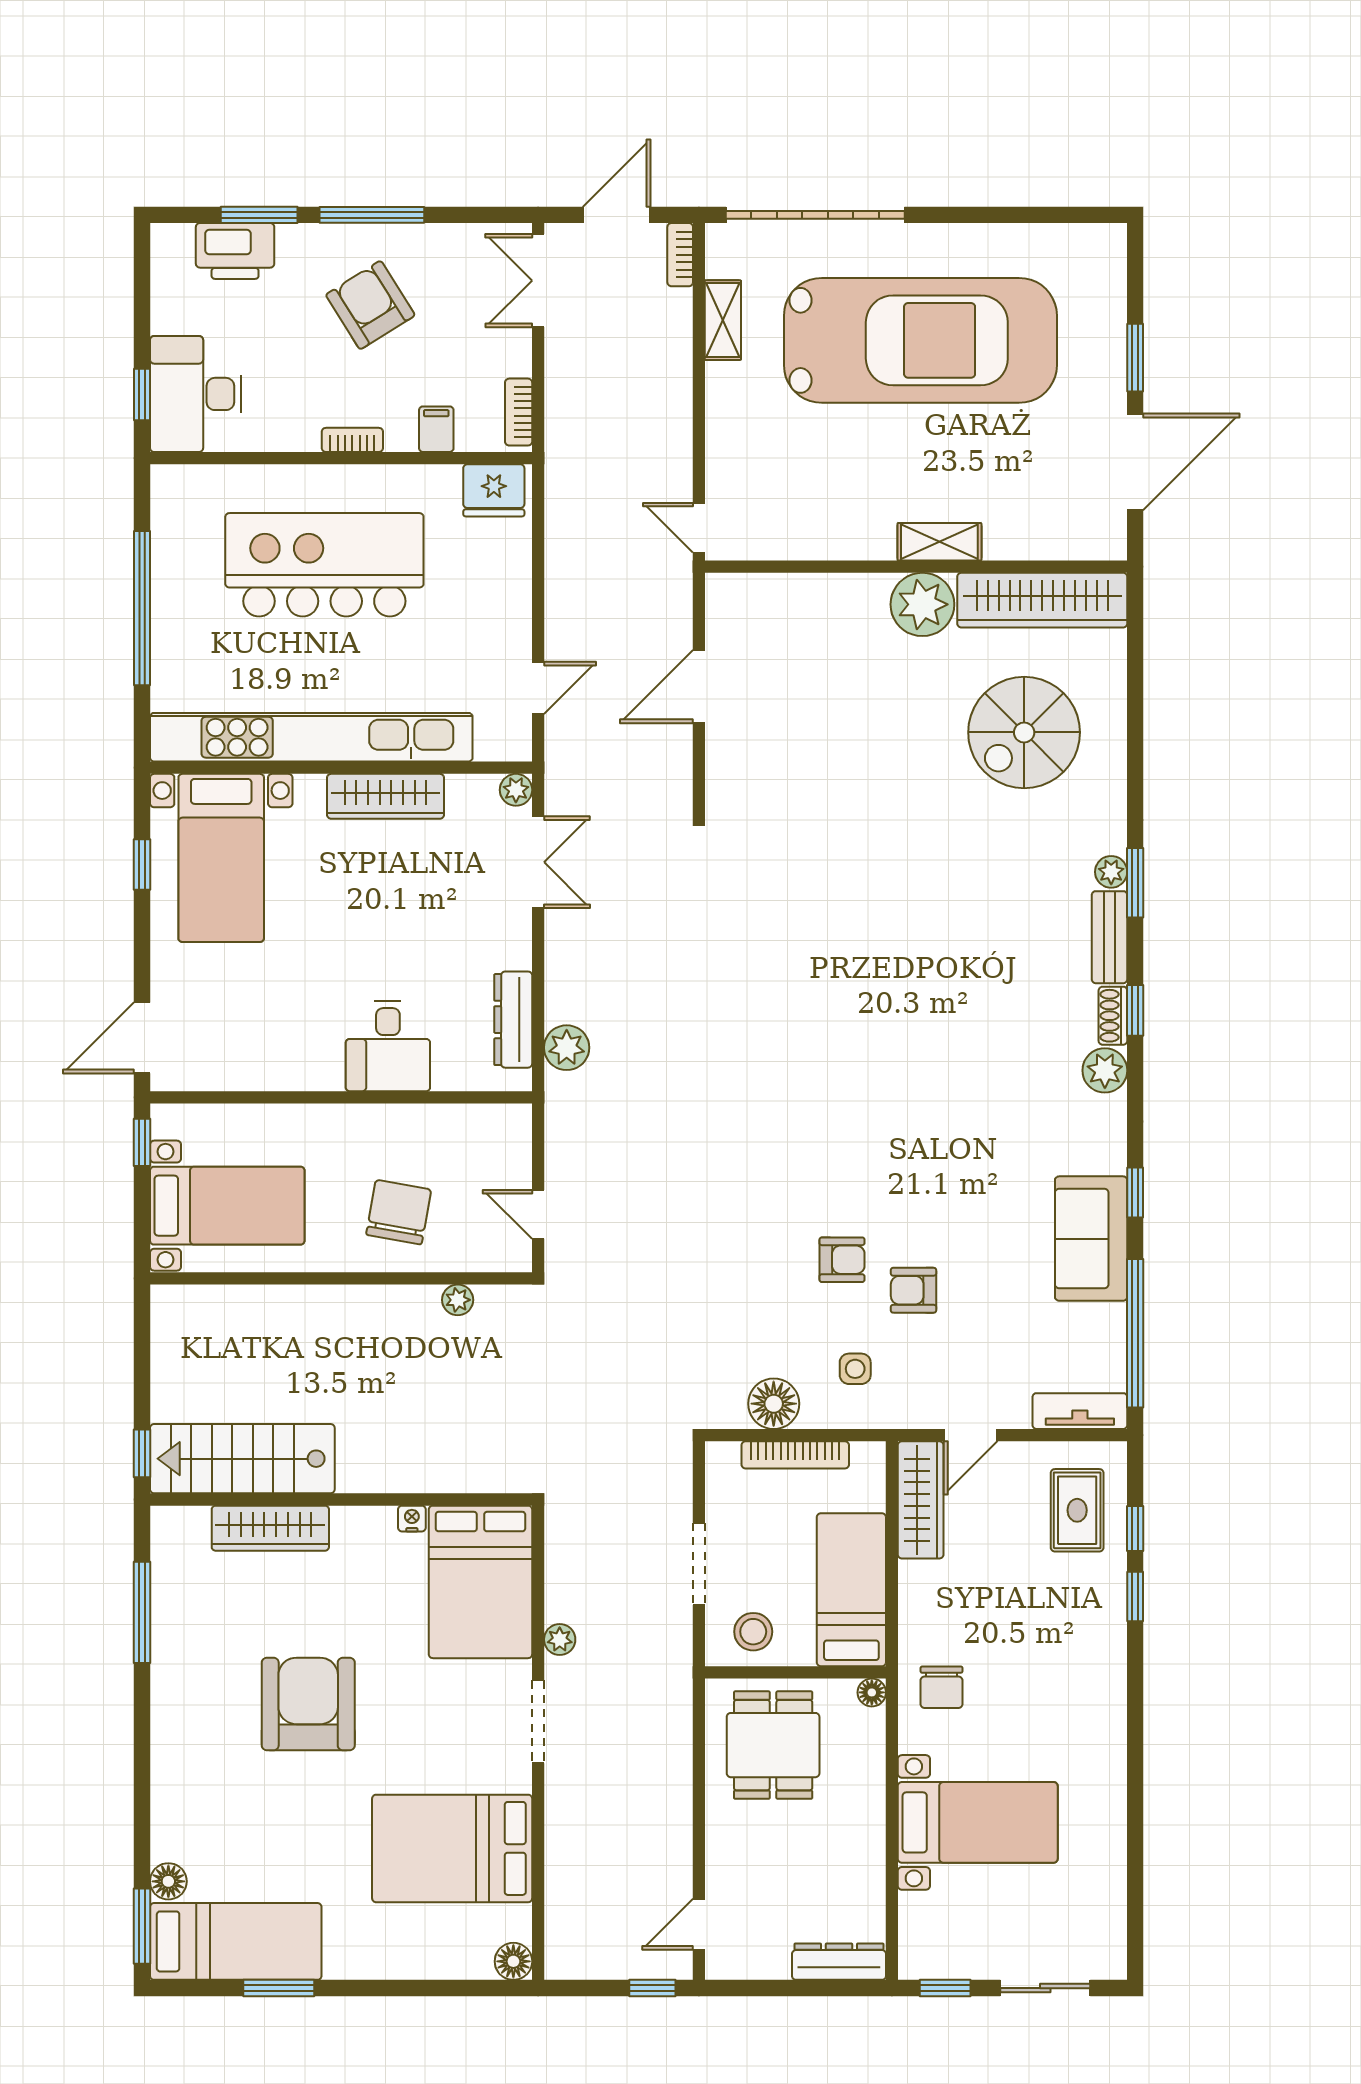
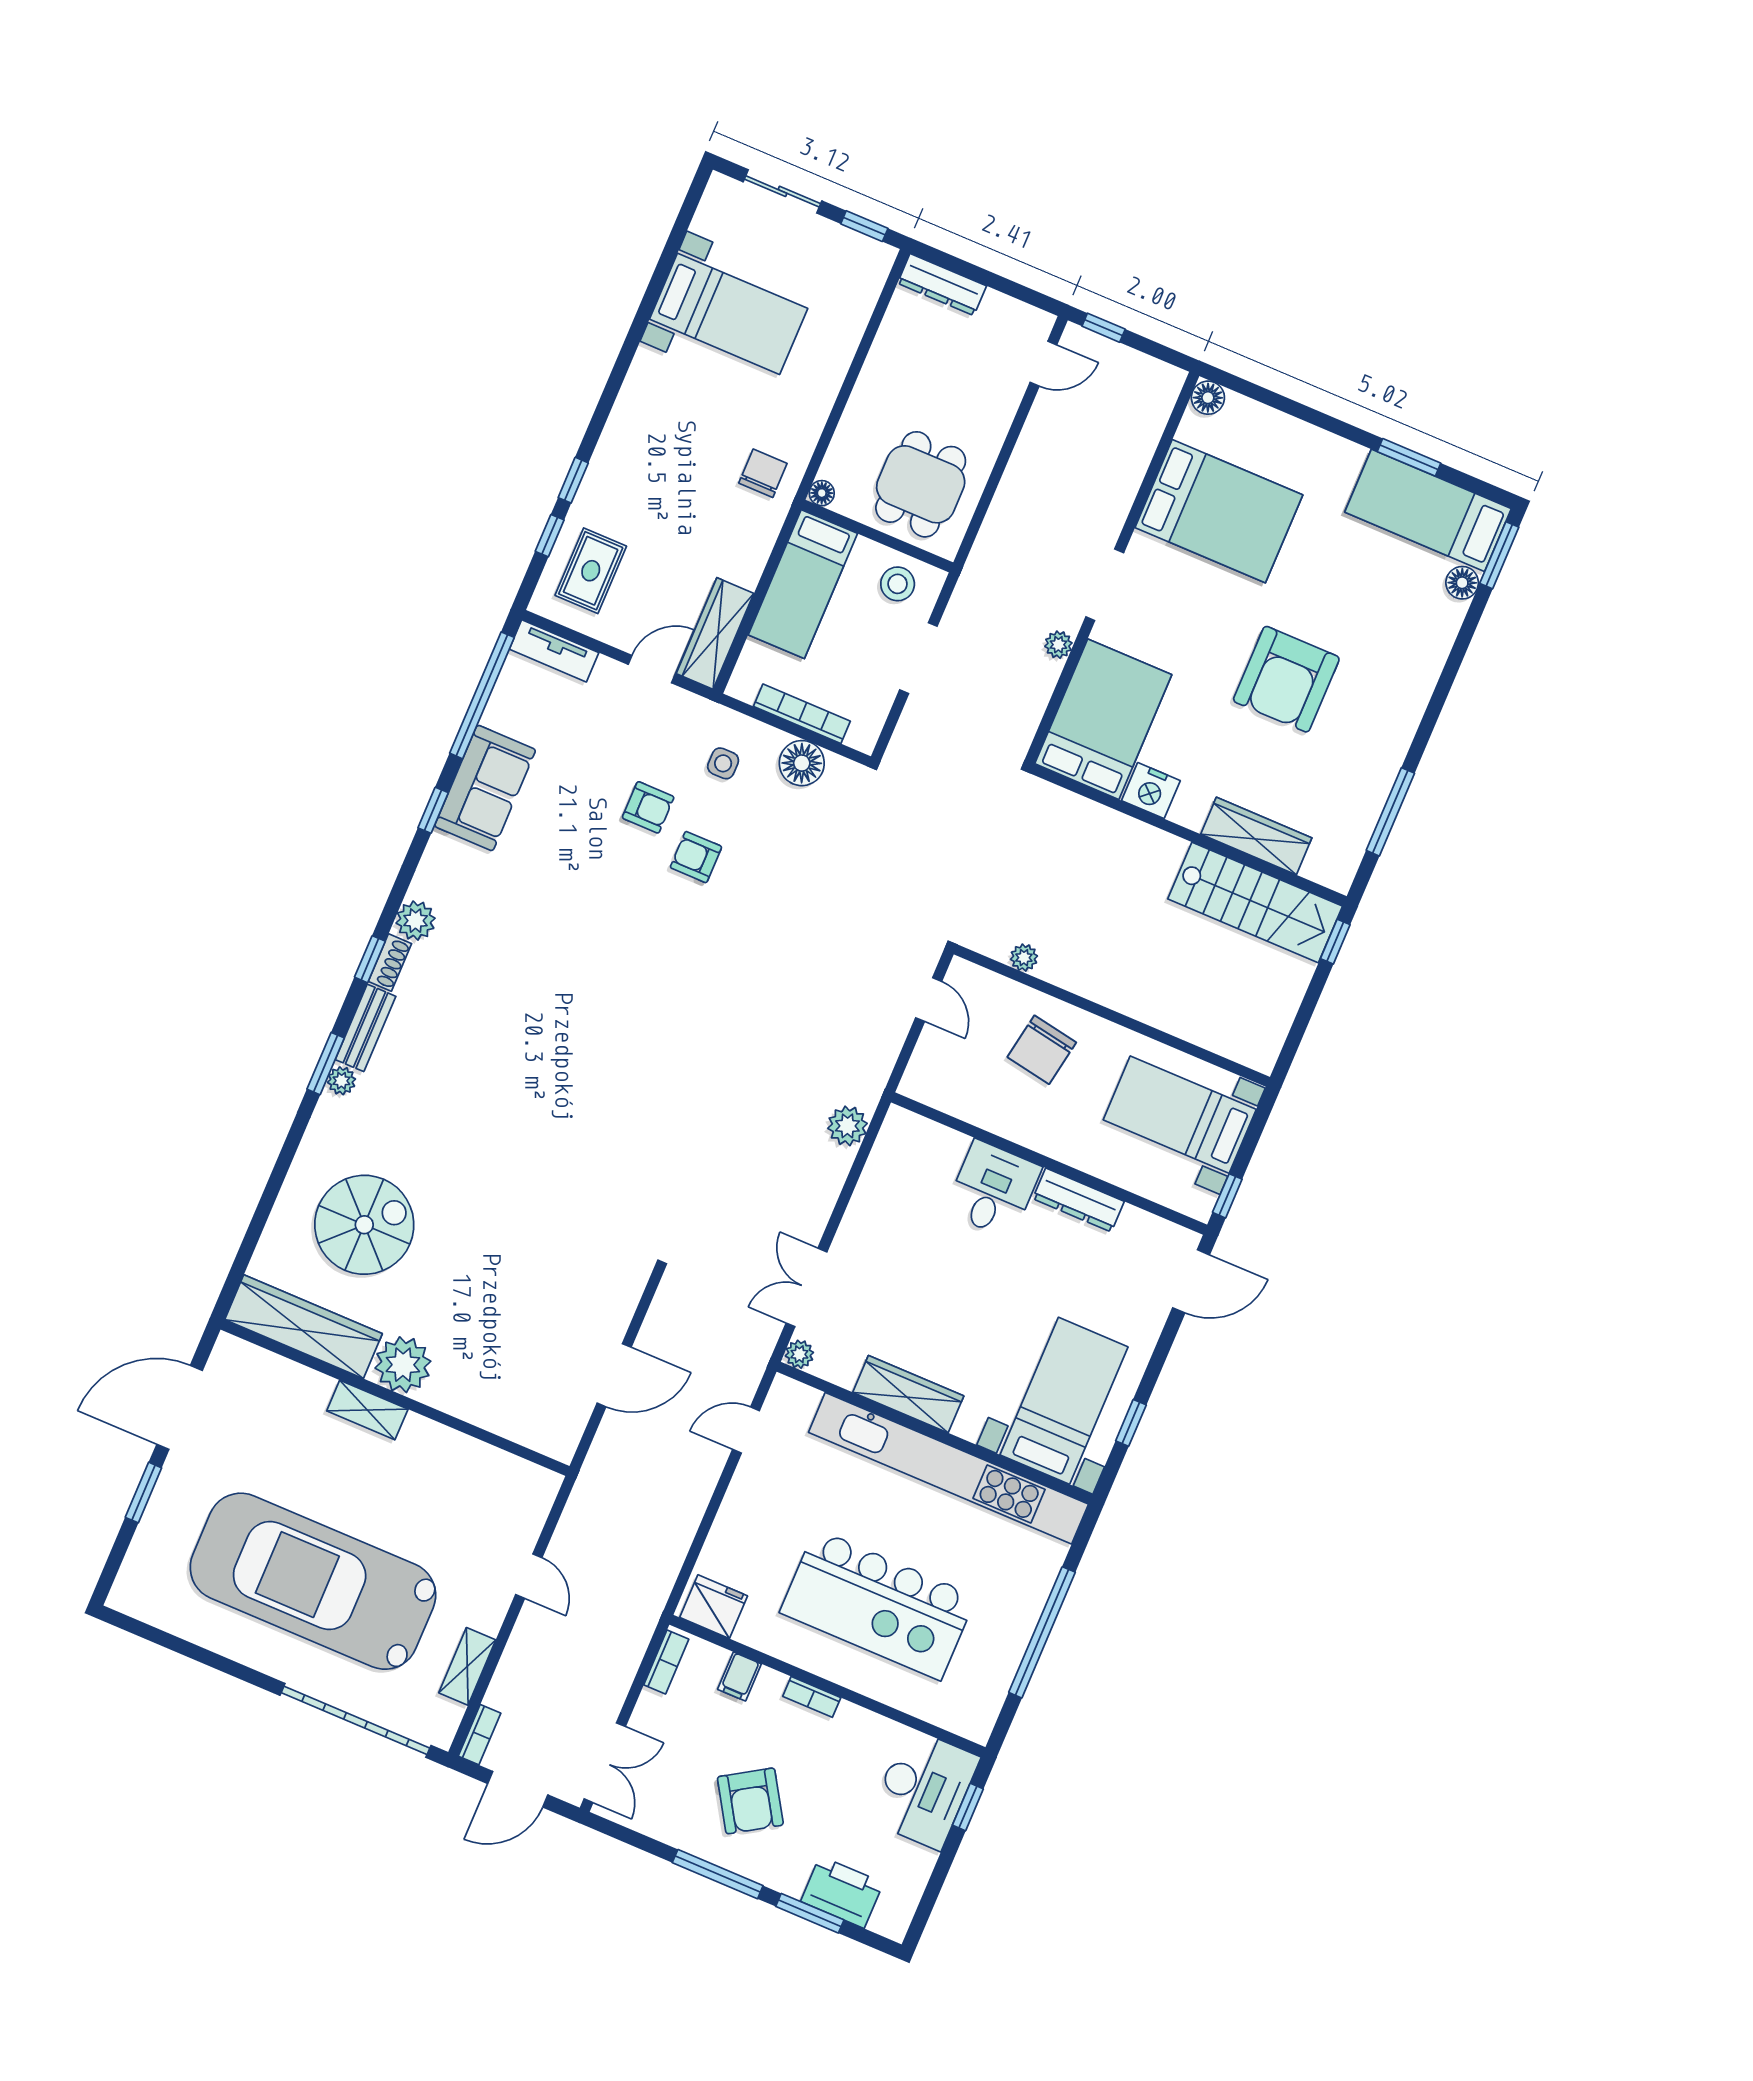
door: (699, 528) -> (529, 1576), moved
dresser: (513, 1020) -> (1078, 1200), moved, turned 90
nightstand: (412, 1519) -> (1151, 791), width x1.89, depth x1.79
bed with nightstands: (978, 1822) -> (729, 314), moved, turned 180

